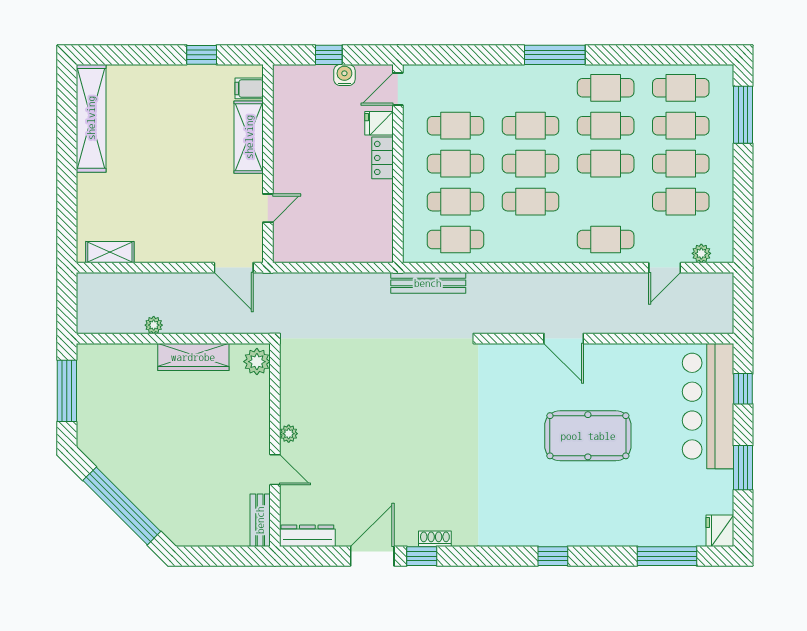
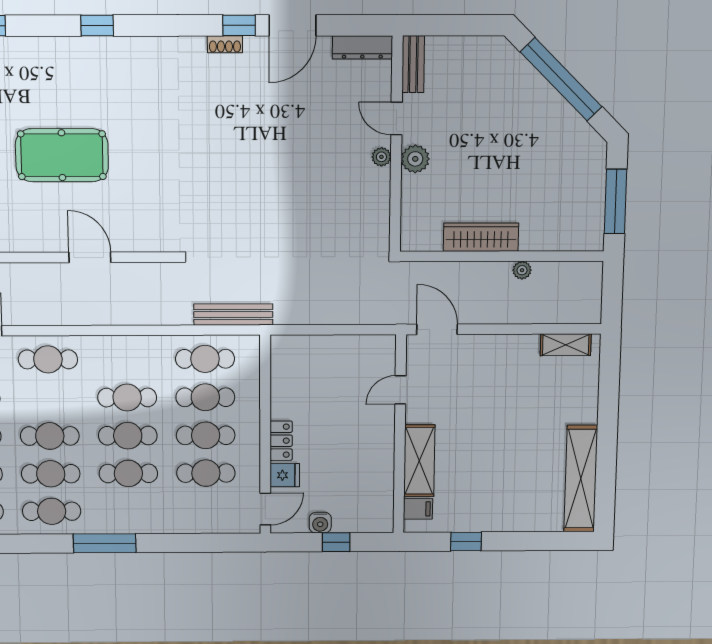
plant: (257, 362) -> (415, 159), moved

